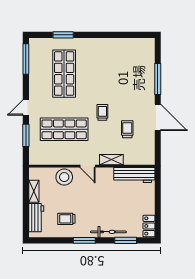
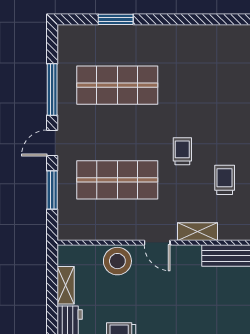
window: (26, 59) -> (52, 89), moved
shop shelf: (64, 74) -> (117, 85), turned 90

